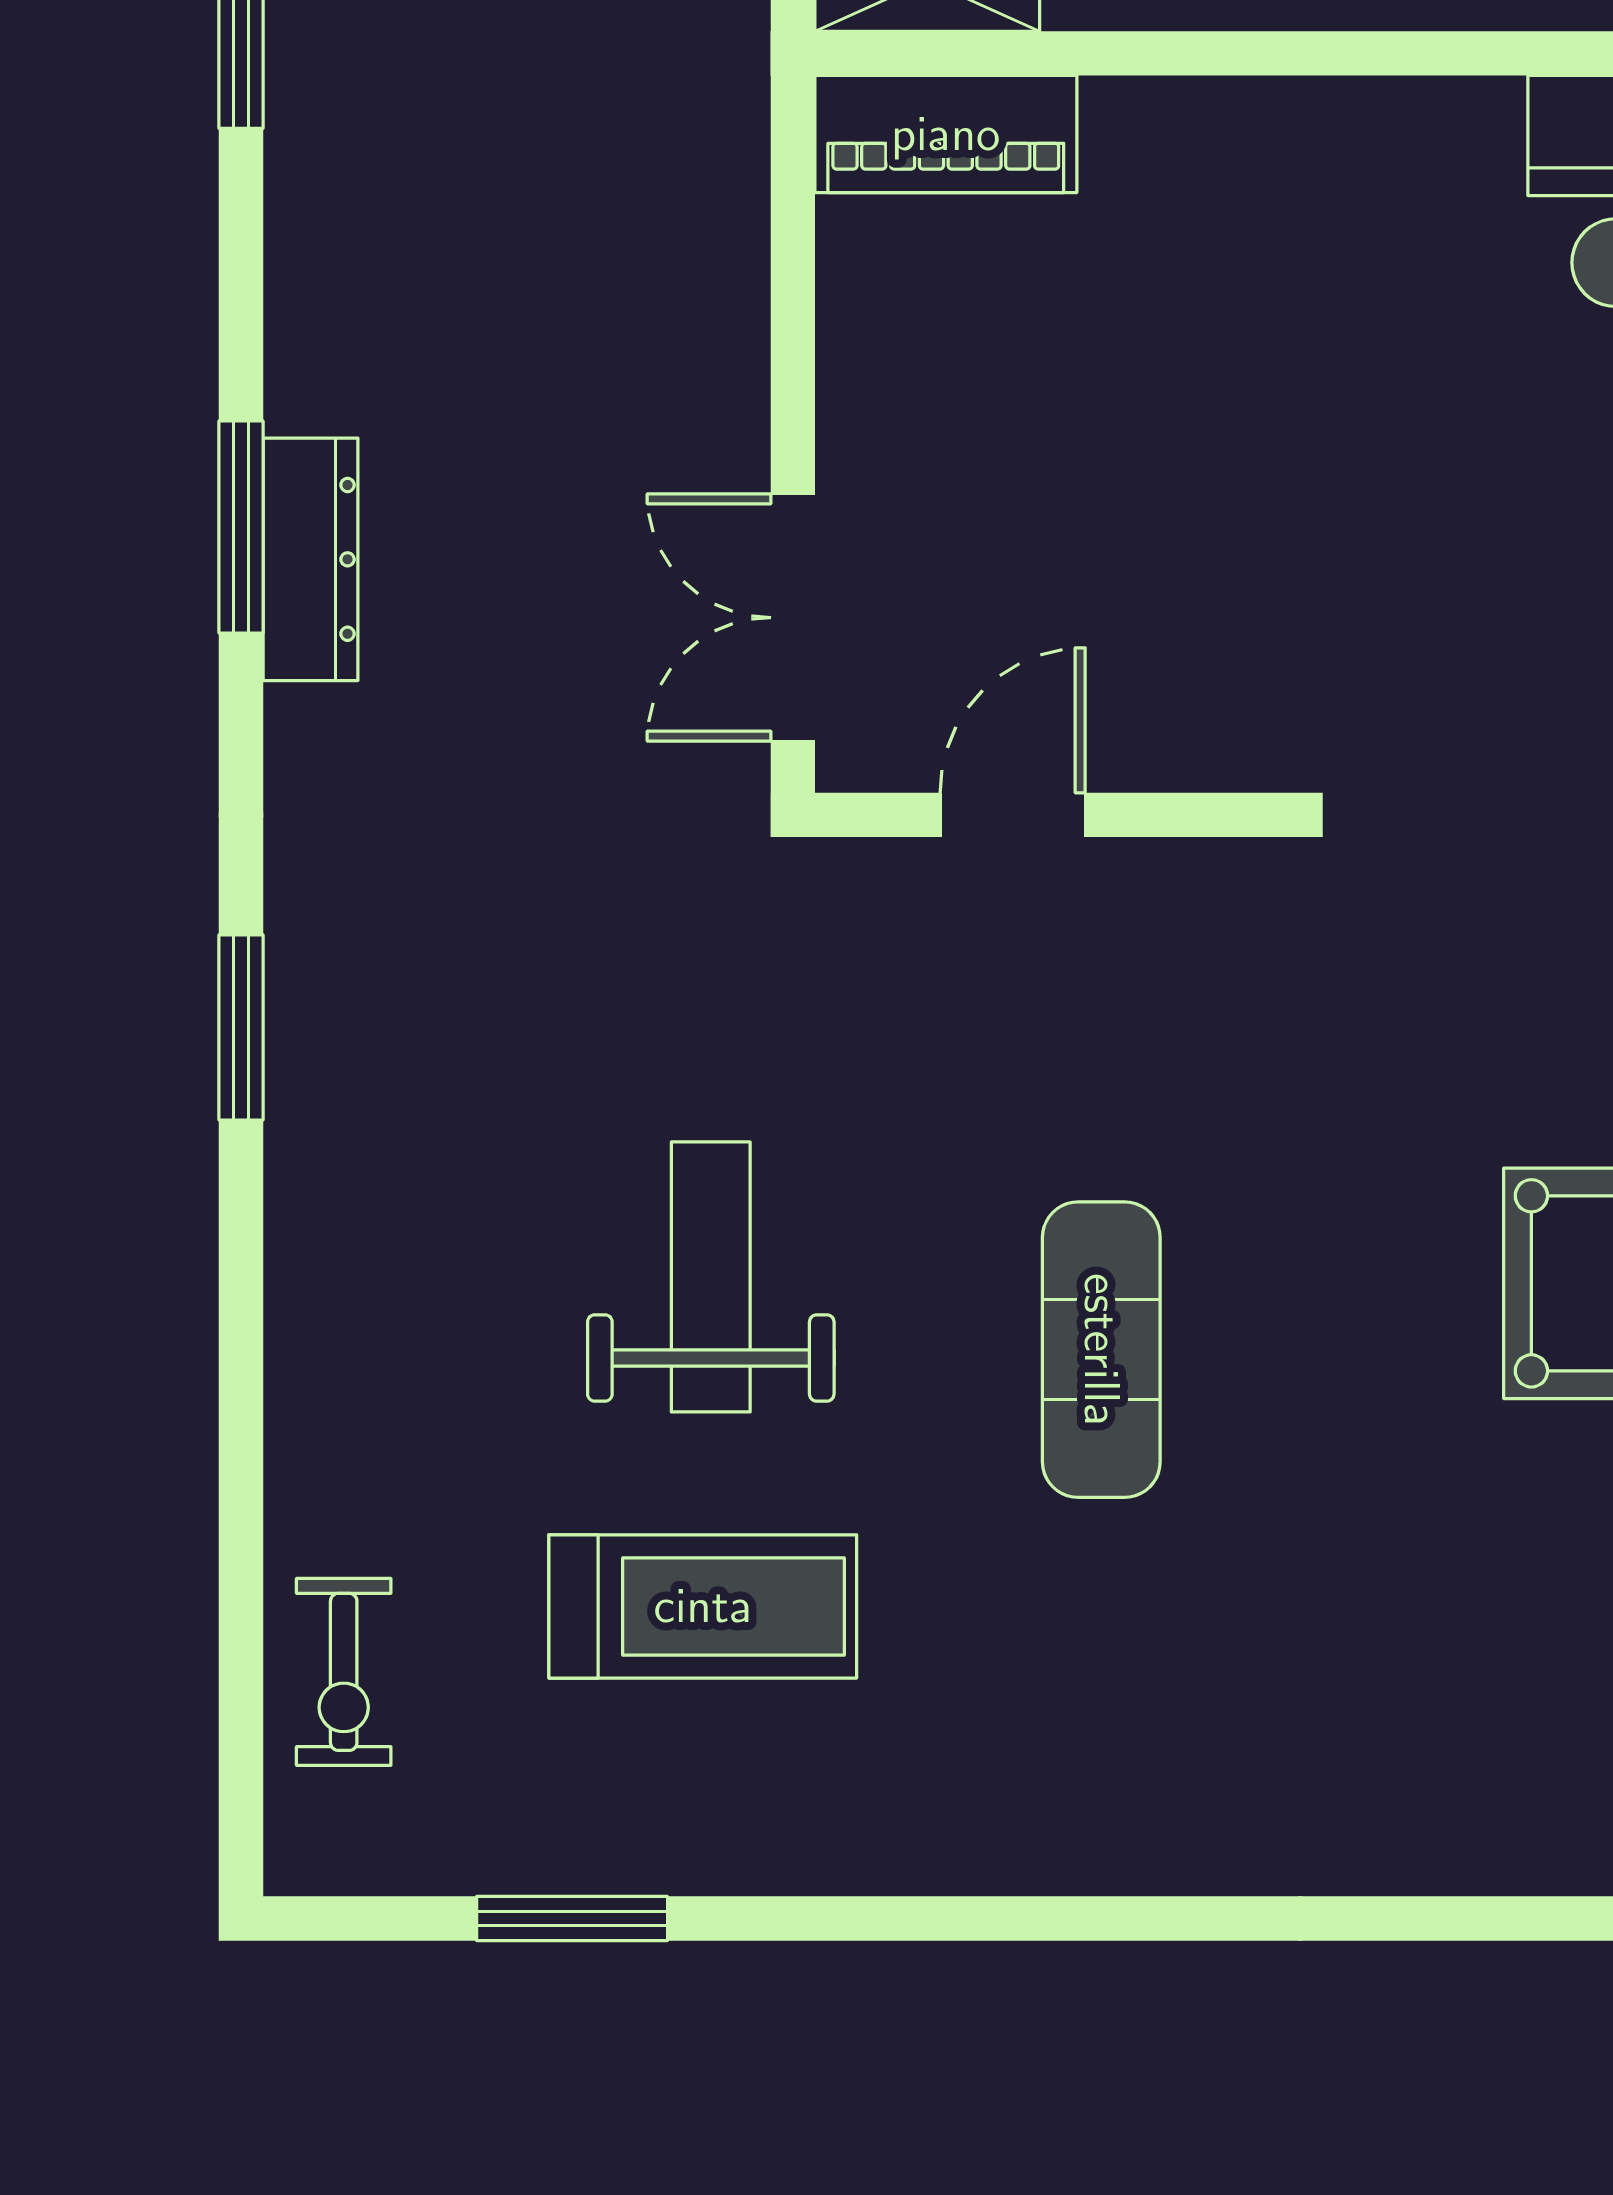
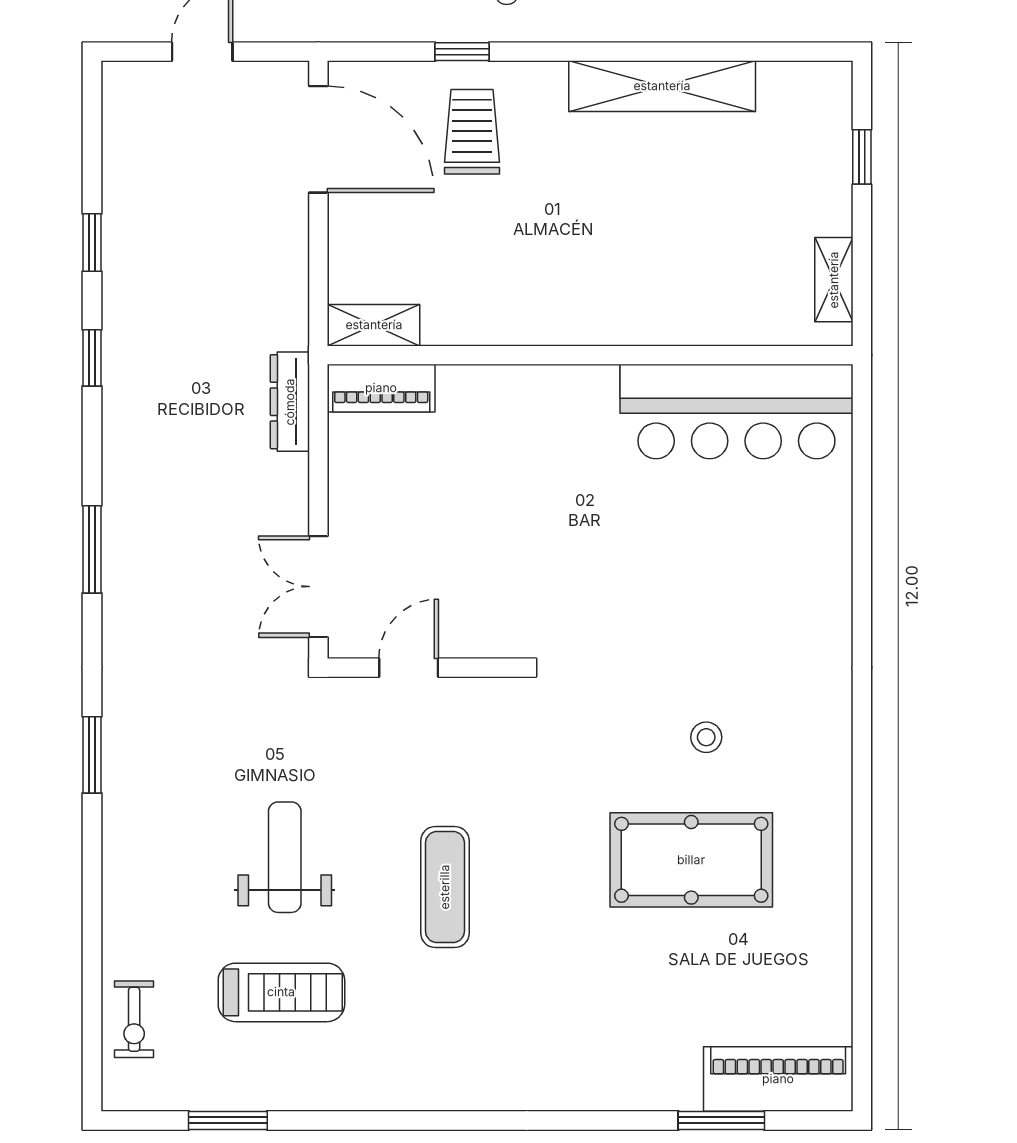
dresser: (311, 559) -> (290, 402), moved, turned 180

